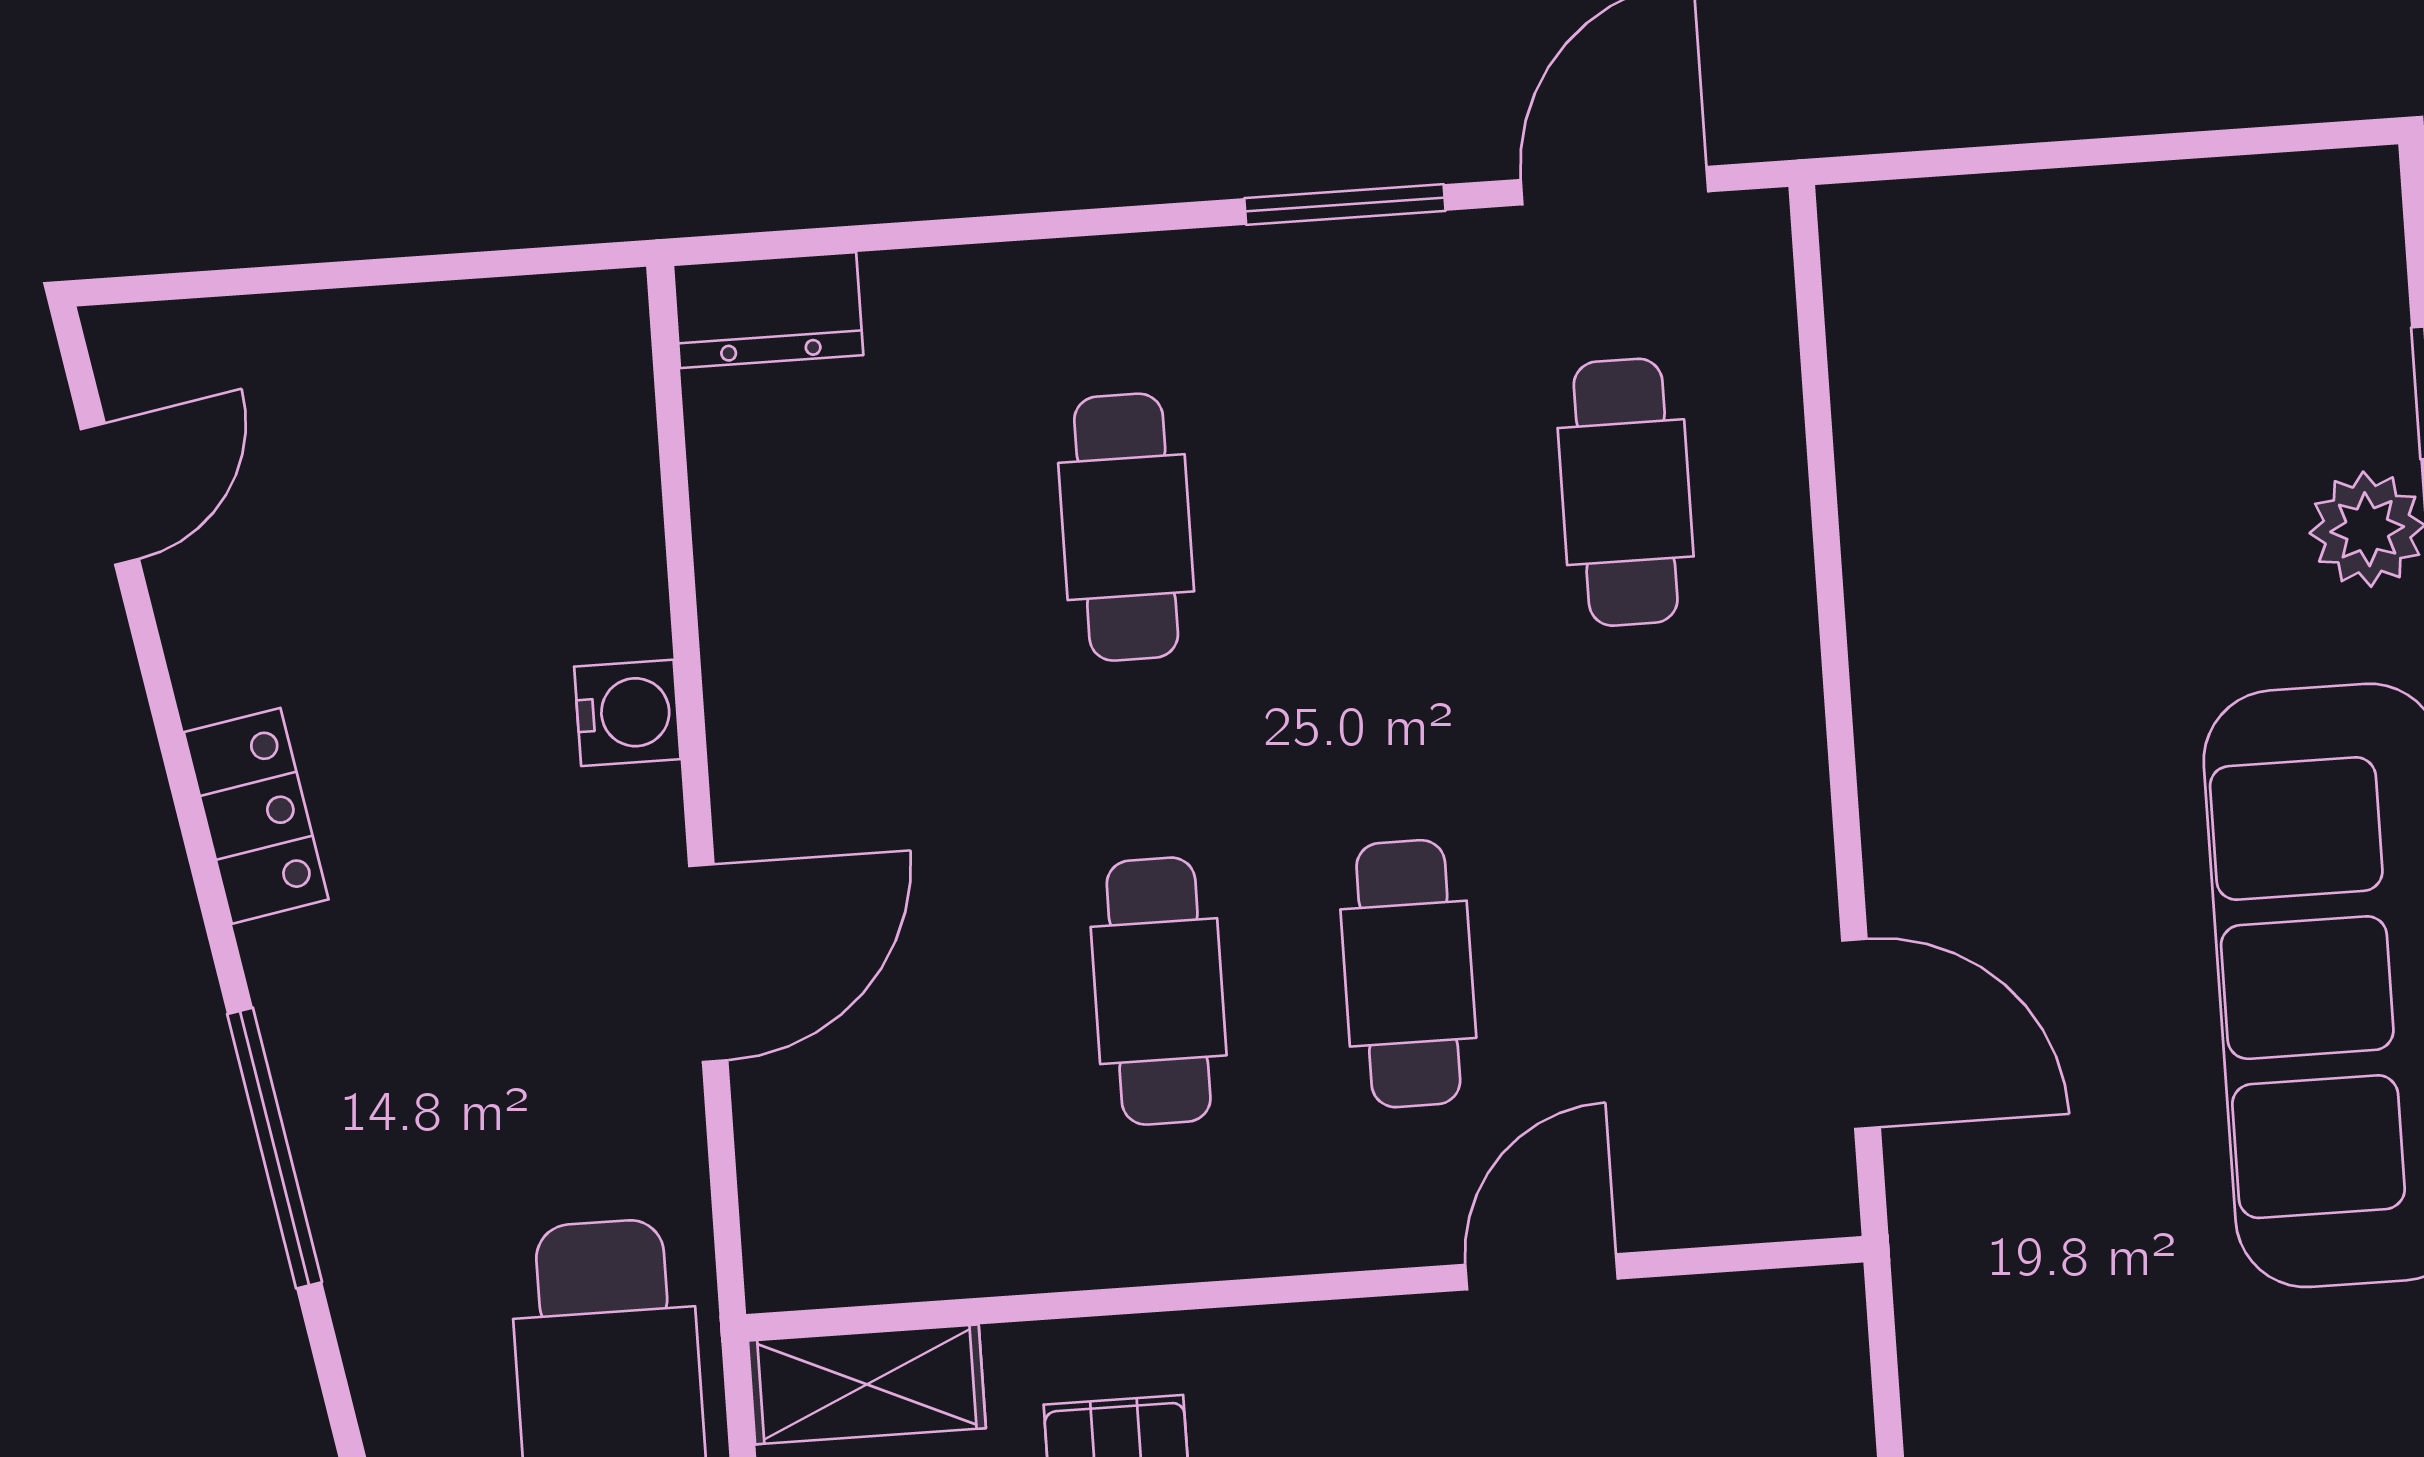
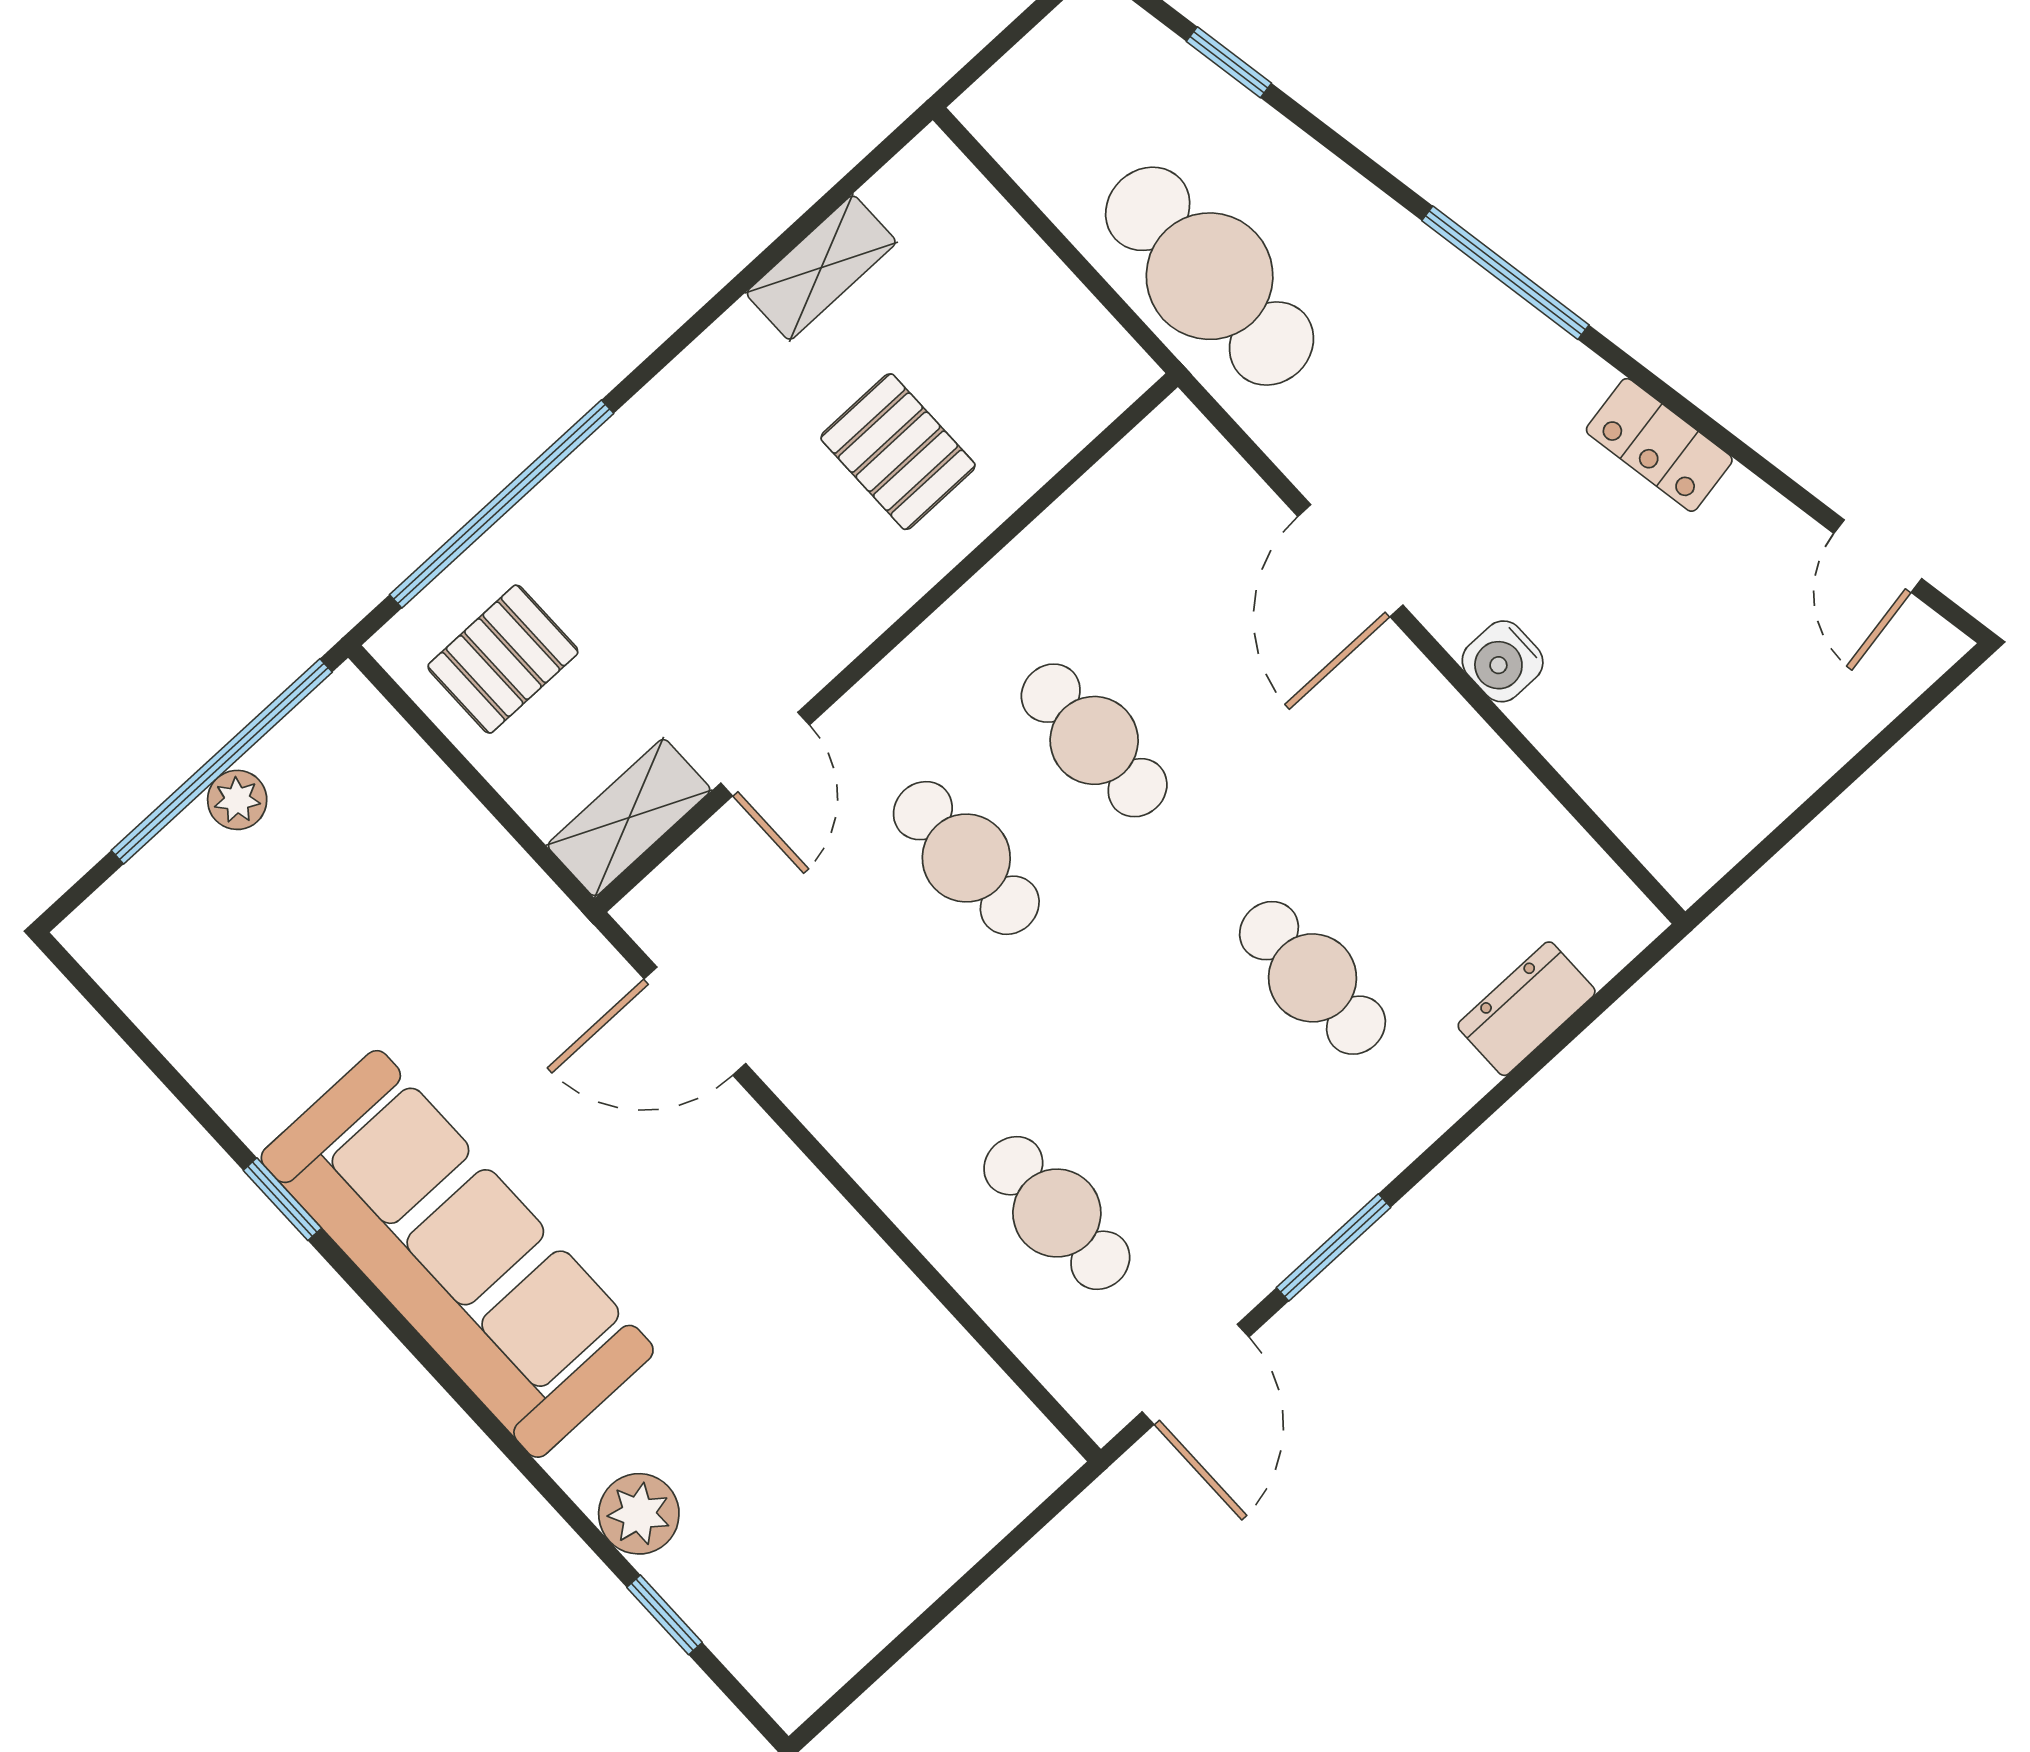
dresser: (768, 310) -> (1527, 1009), moved
shelving: (867, 1384) -> (629, 818), moved

